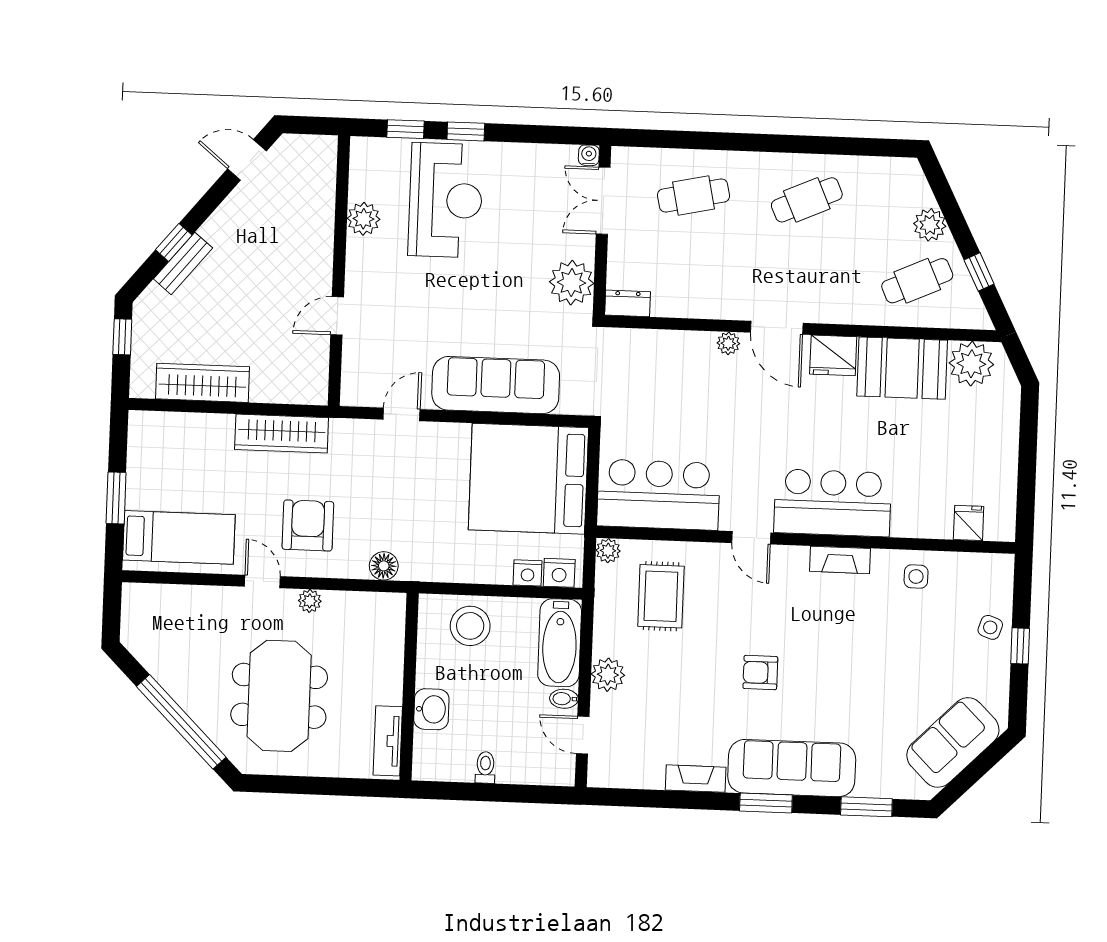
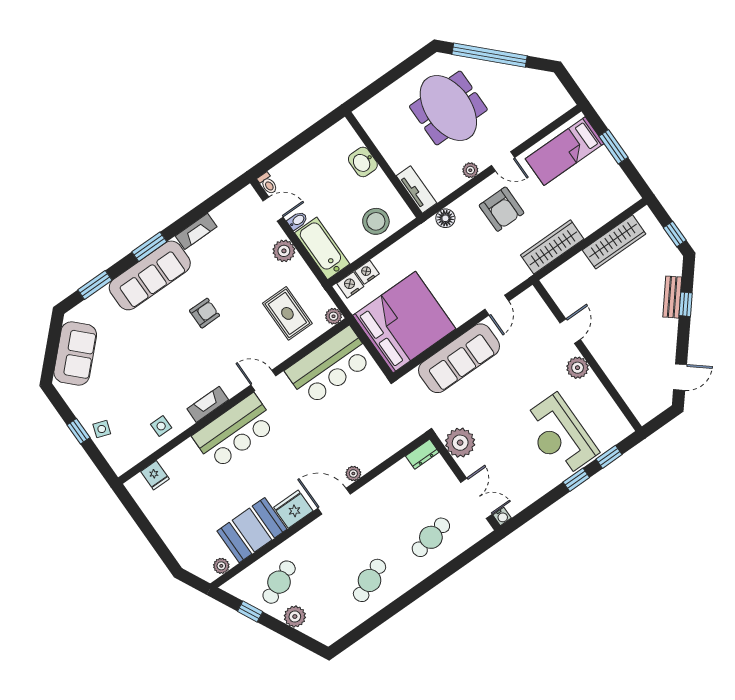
plant: (363, 219) -> (578, 368), moved
plant: (971, 364) -> (221, 566), width x0.53, depth x0.53
tv unit: (388, 741) -> (416, 189), moved
toilet: (485, 767) -> (268, 184), moved

